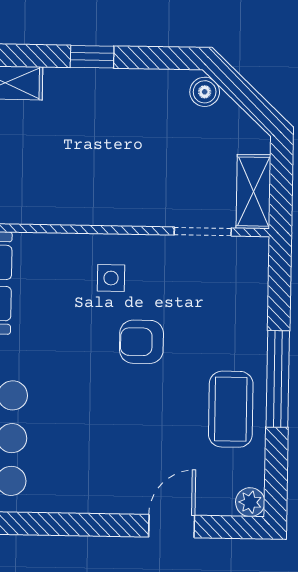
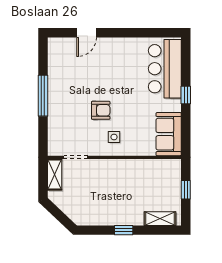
boiler: (205, 92) -> (76, 216), removed
coffee table: (231, 409) -> (63, 83), removed
plant: (250, 502) -> (54, 43), removed

